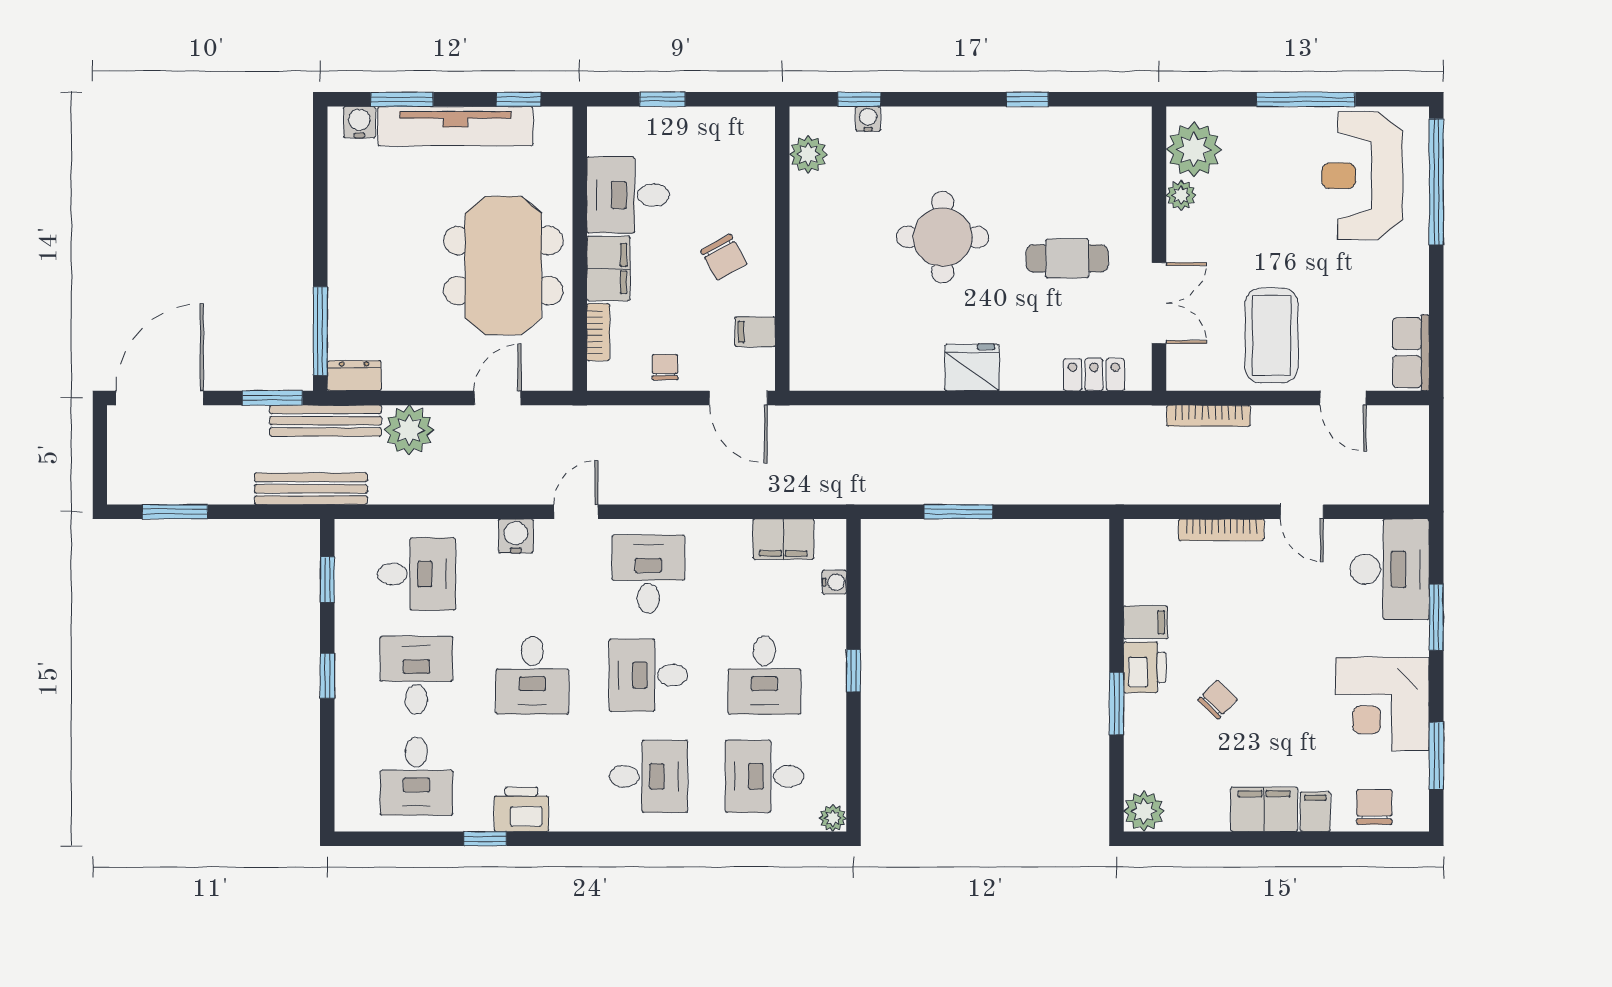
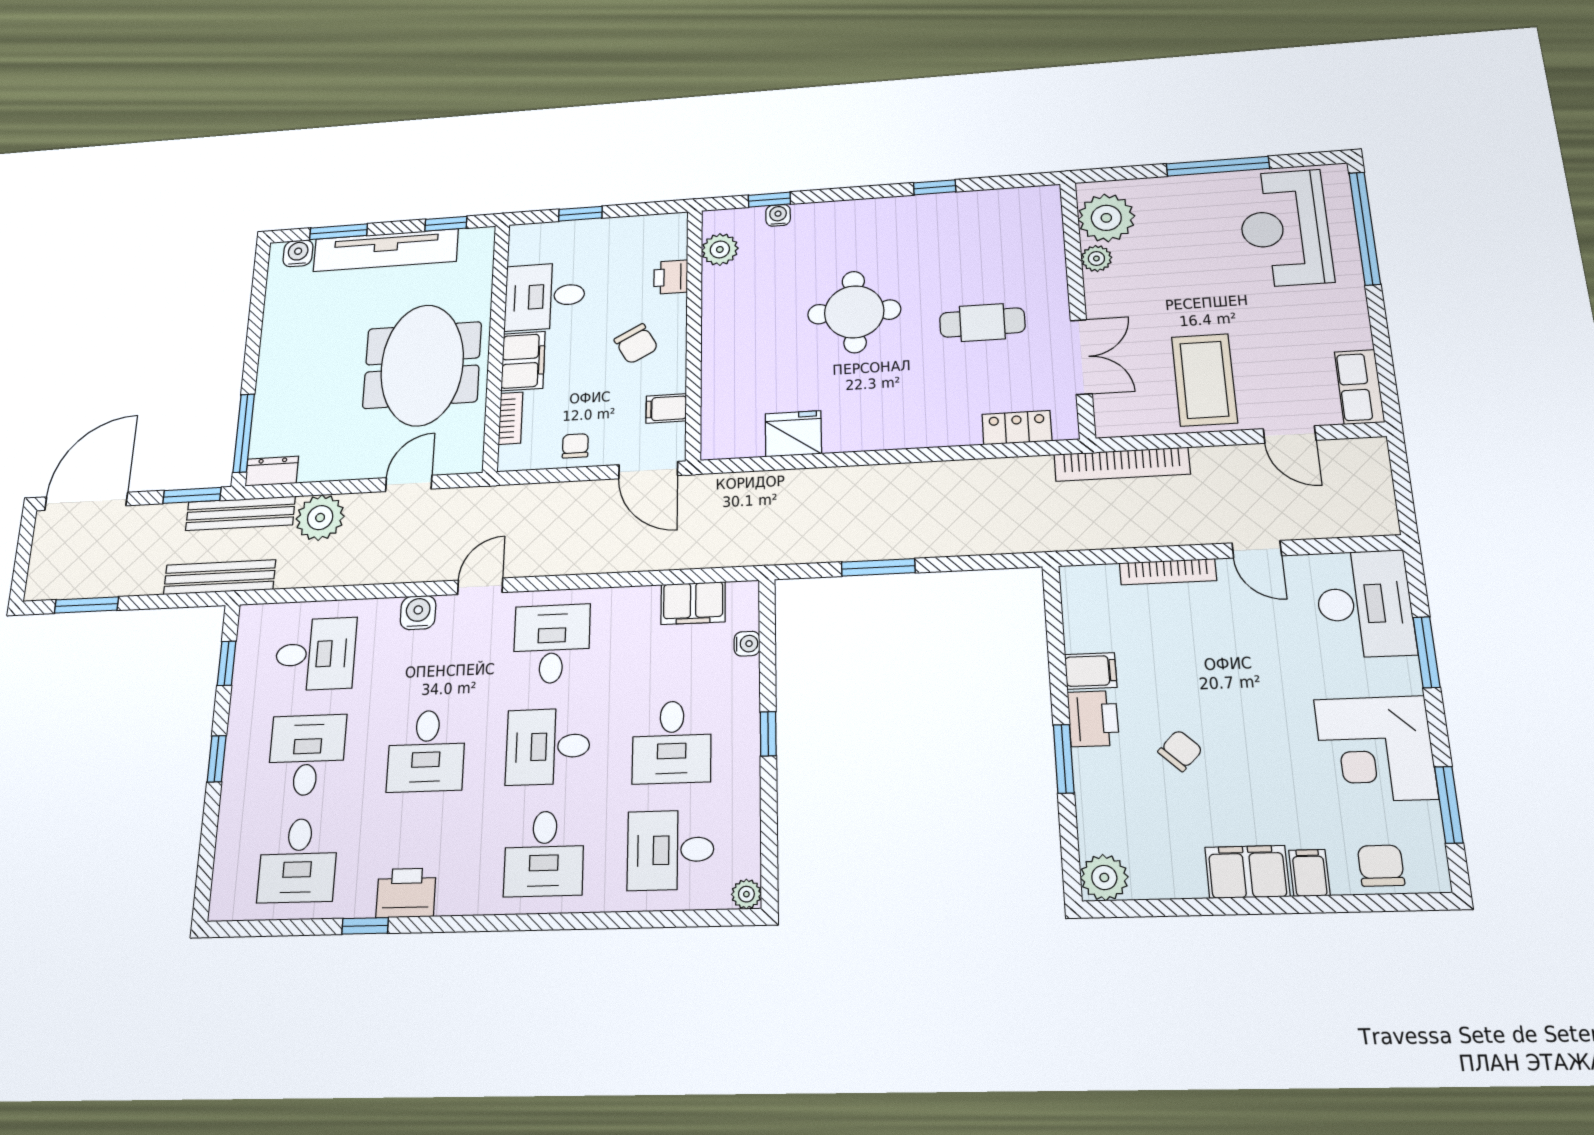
printer: (758, 183) -> (671, 277), added
fridge: (972, 367) -> (793, 434), moved
bookcase: (1208, 416) -> (1122, 464), width x1.48, depth x1.31
desk: (648, 776) -> (544, 854), turned 90

